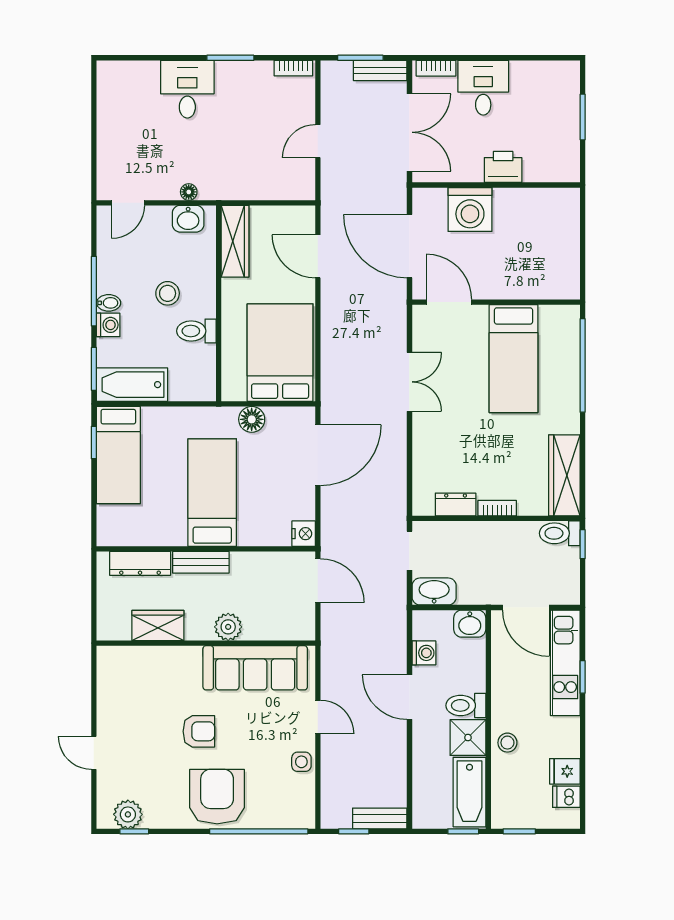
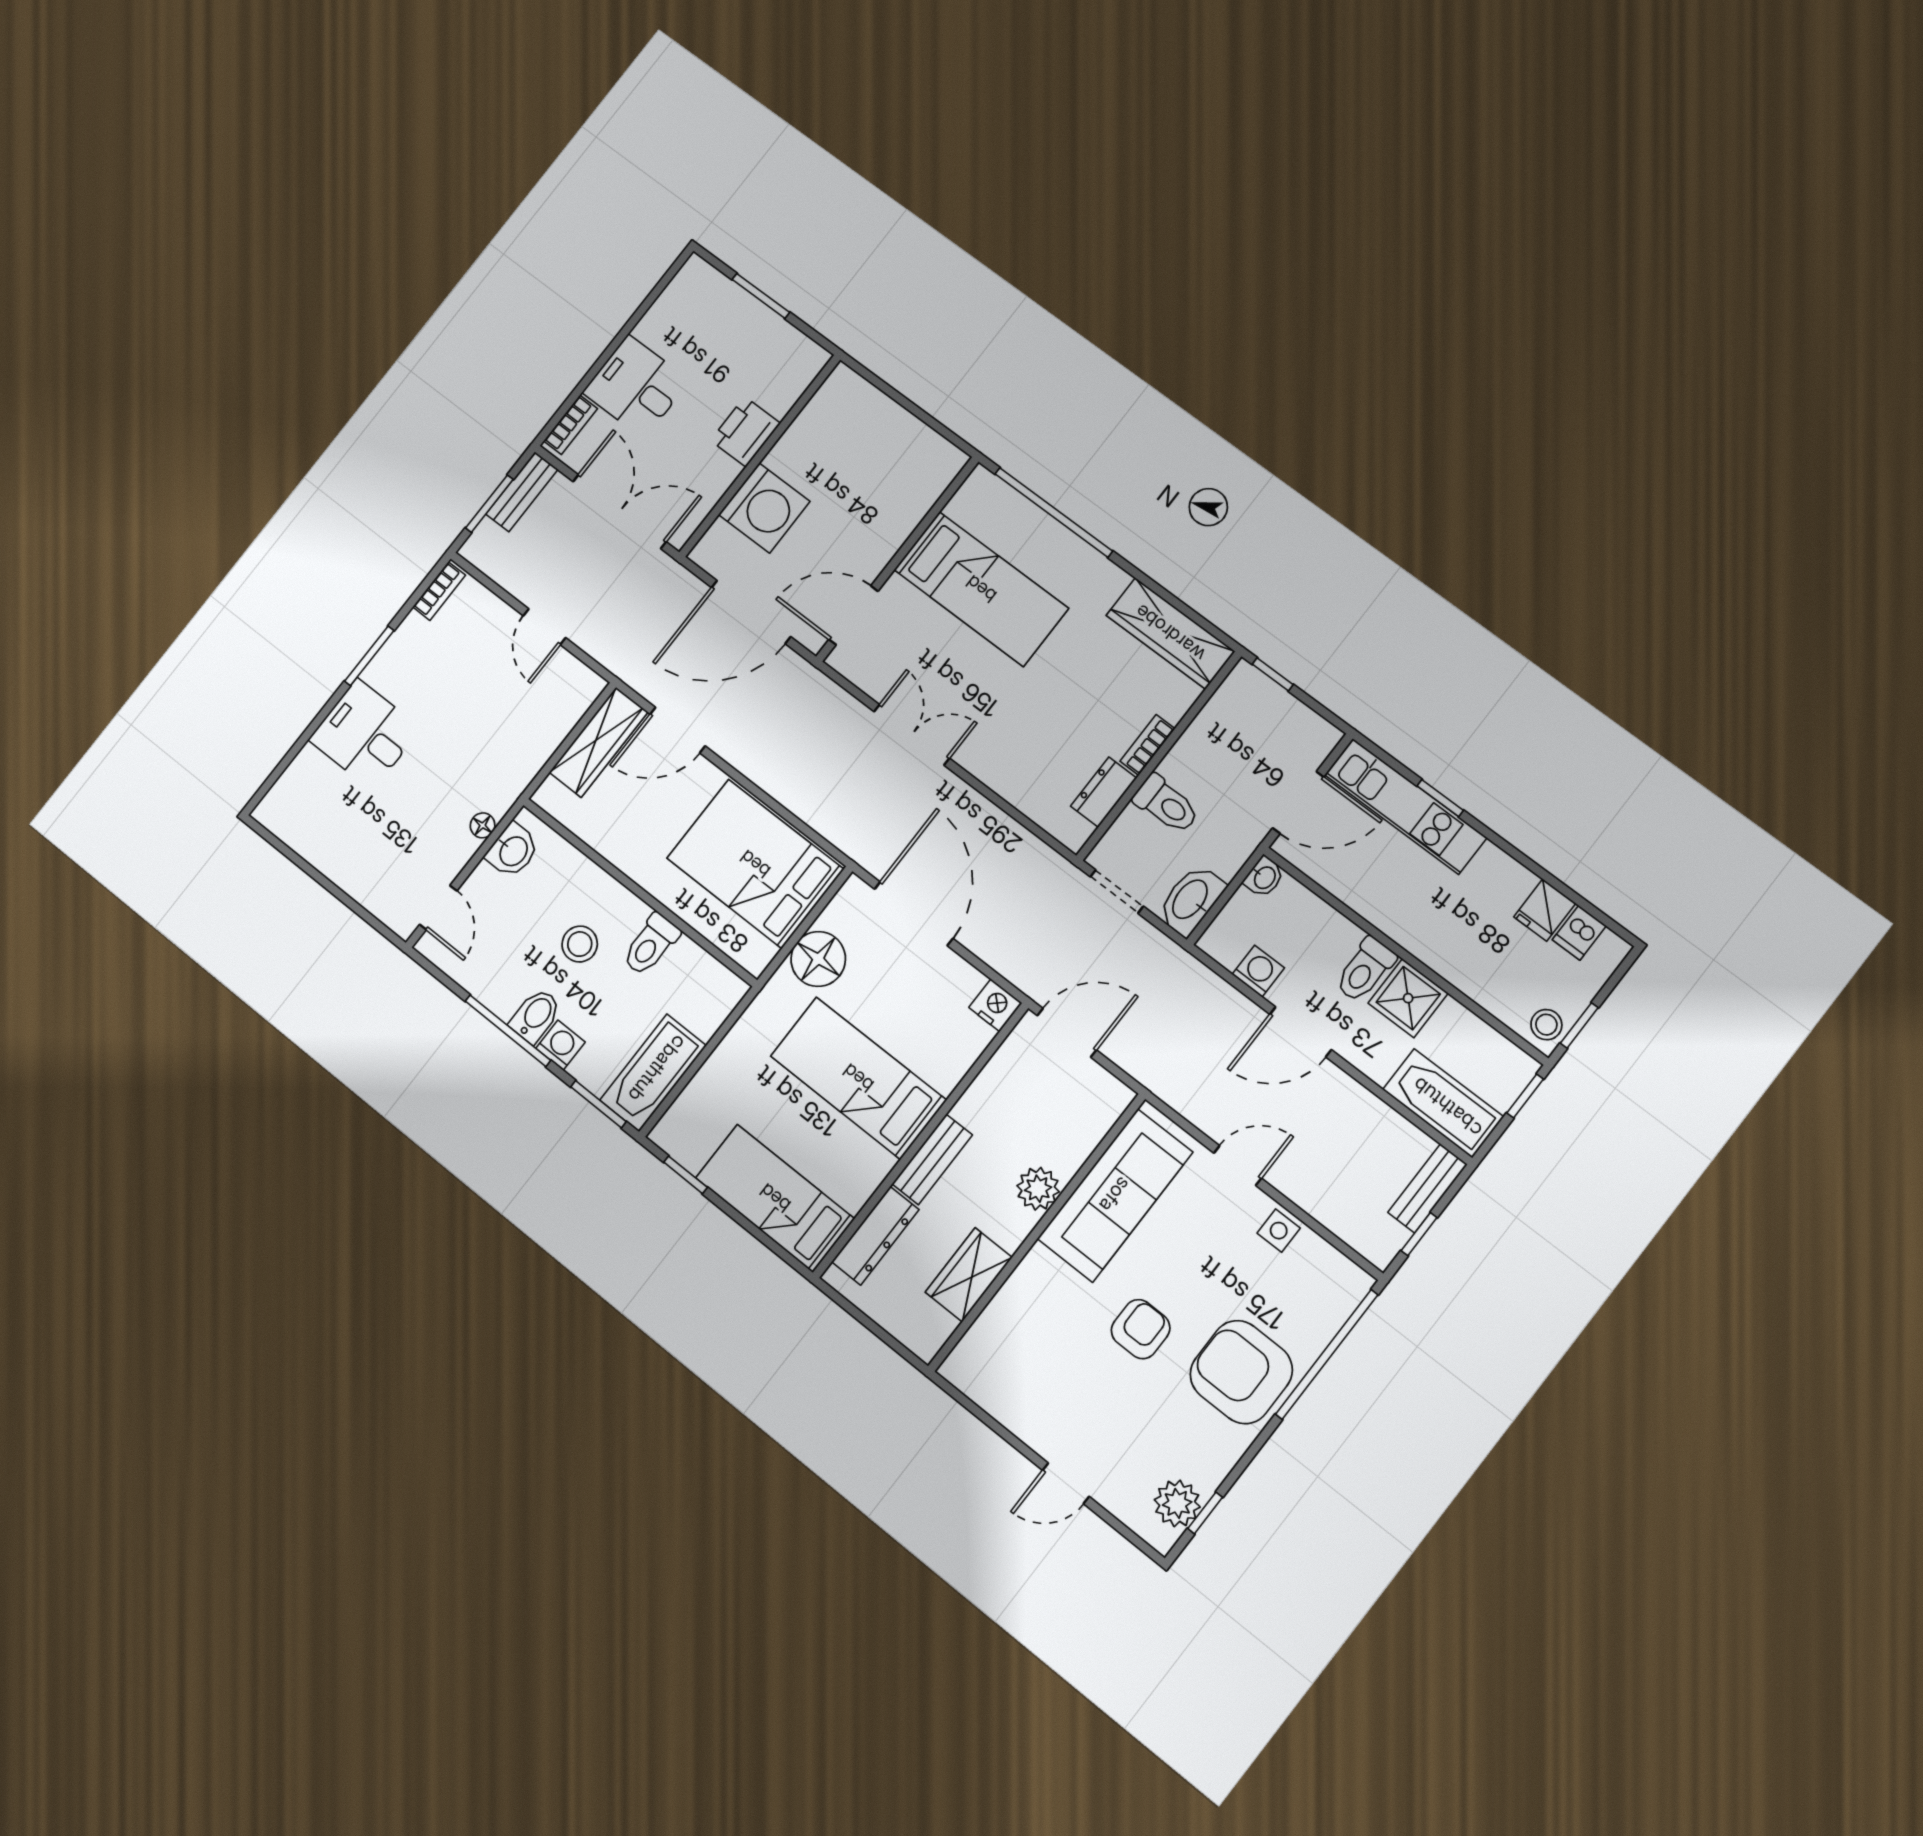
wardrobe: (235, 241) -> (599, 742), moved, turned 90
bidet: (109, 303) -> (536, 1016), width x1.38, depth x1.36
floor lamp: (252, 419) -> (818, 959), width x1.38, depth x1.38
bed: (118, 455) -> (775, 1198), moved, turned 180
toilet: (560, 533) -> (1166, 804), moved, turned -90
washbasin: (470, 624) -> (1264, 877), width x0.72, depth x0.69
stool: (507, 743) -> (1546, 1025), moved
bathtub: (469, 792) -> (1443, 1103), moved, turned 180

